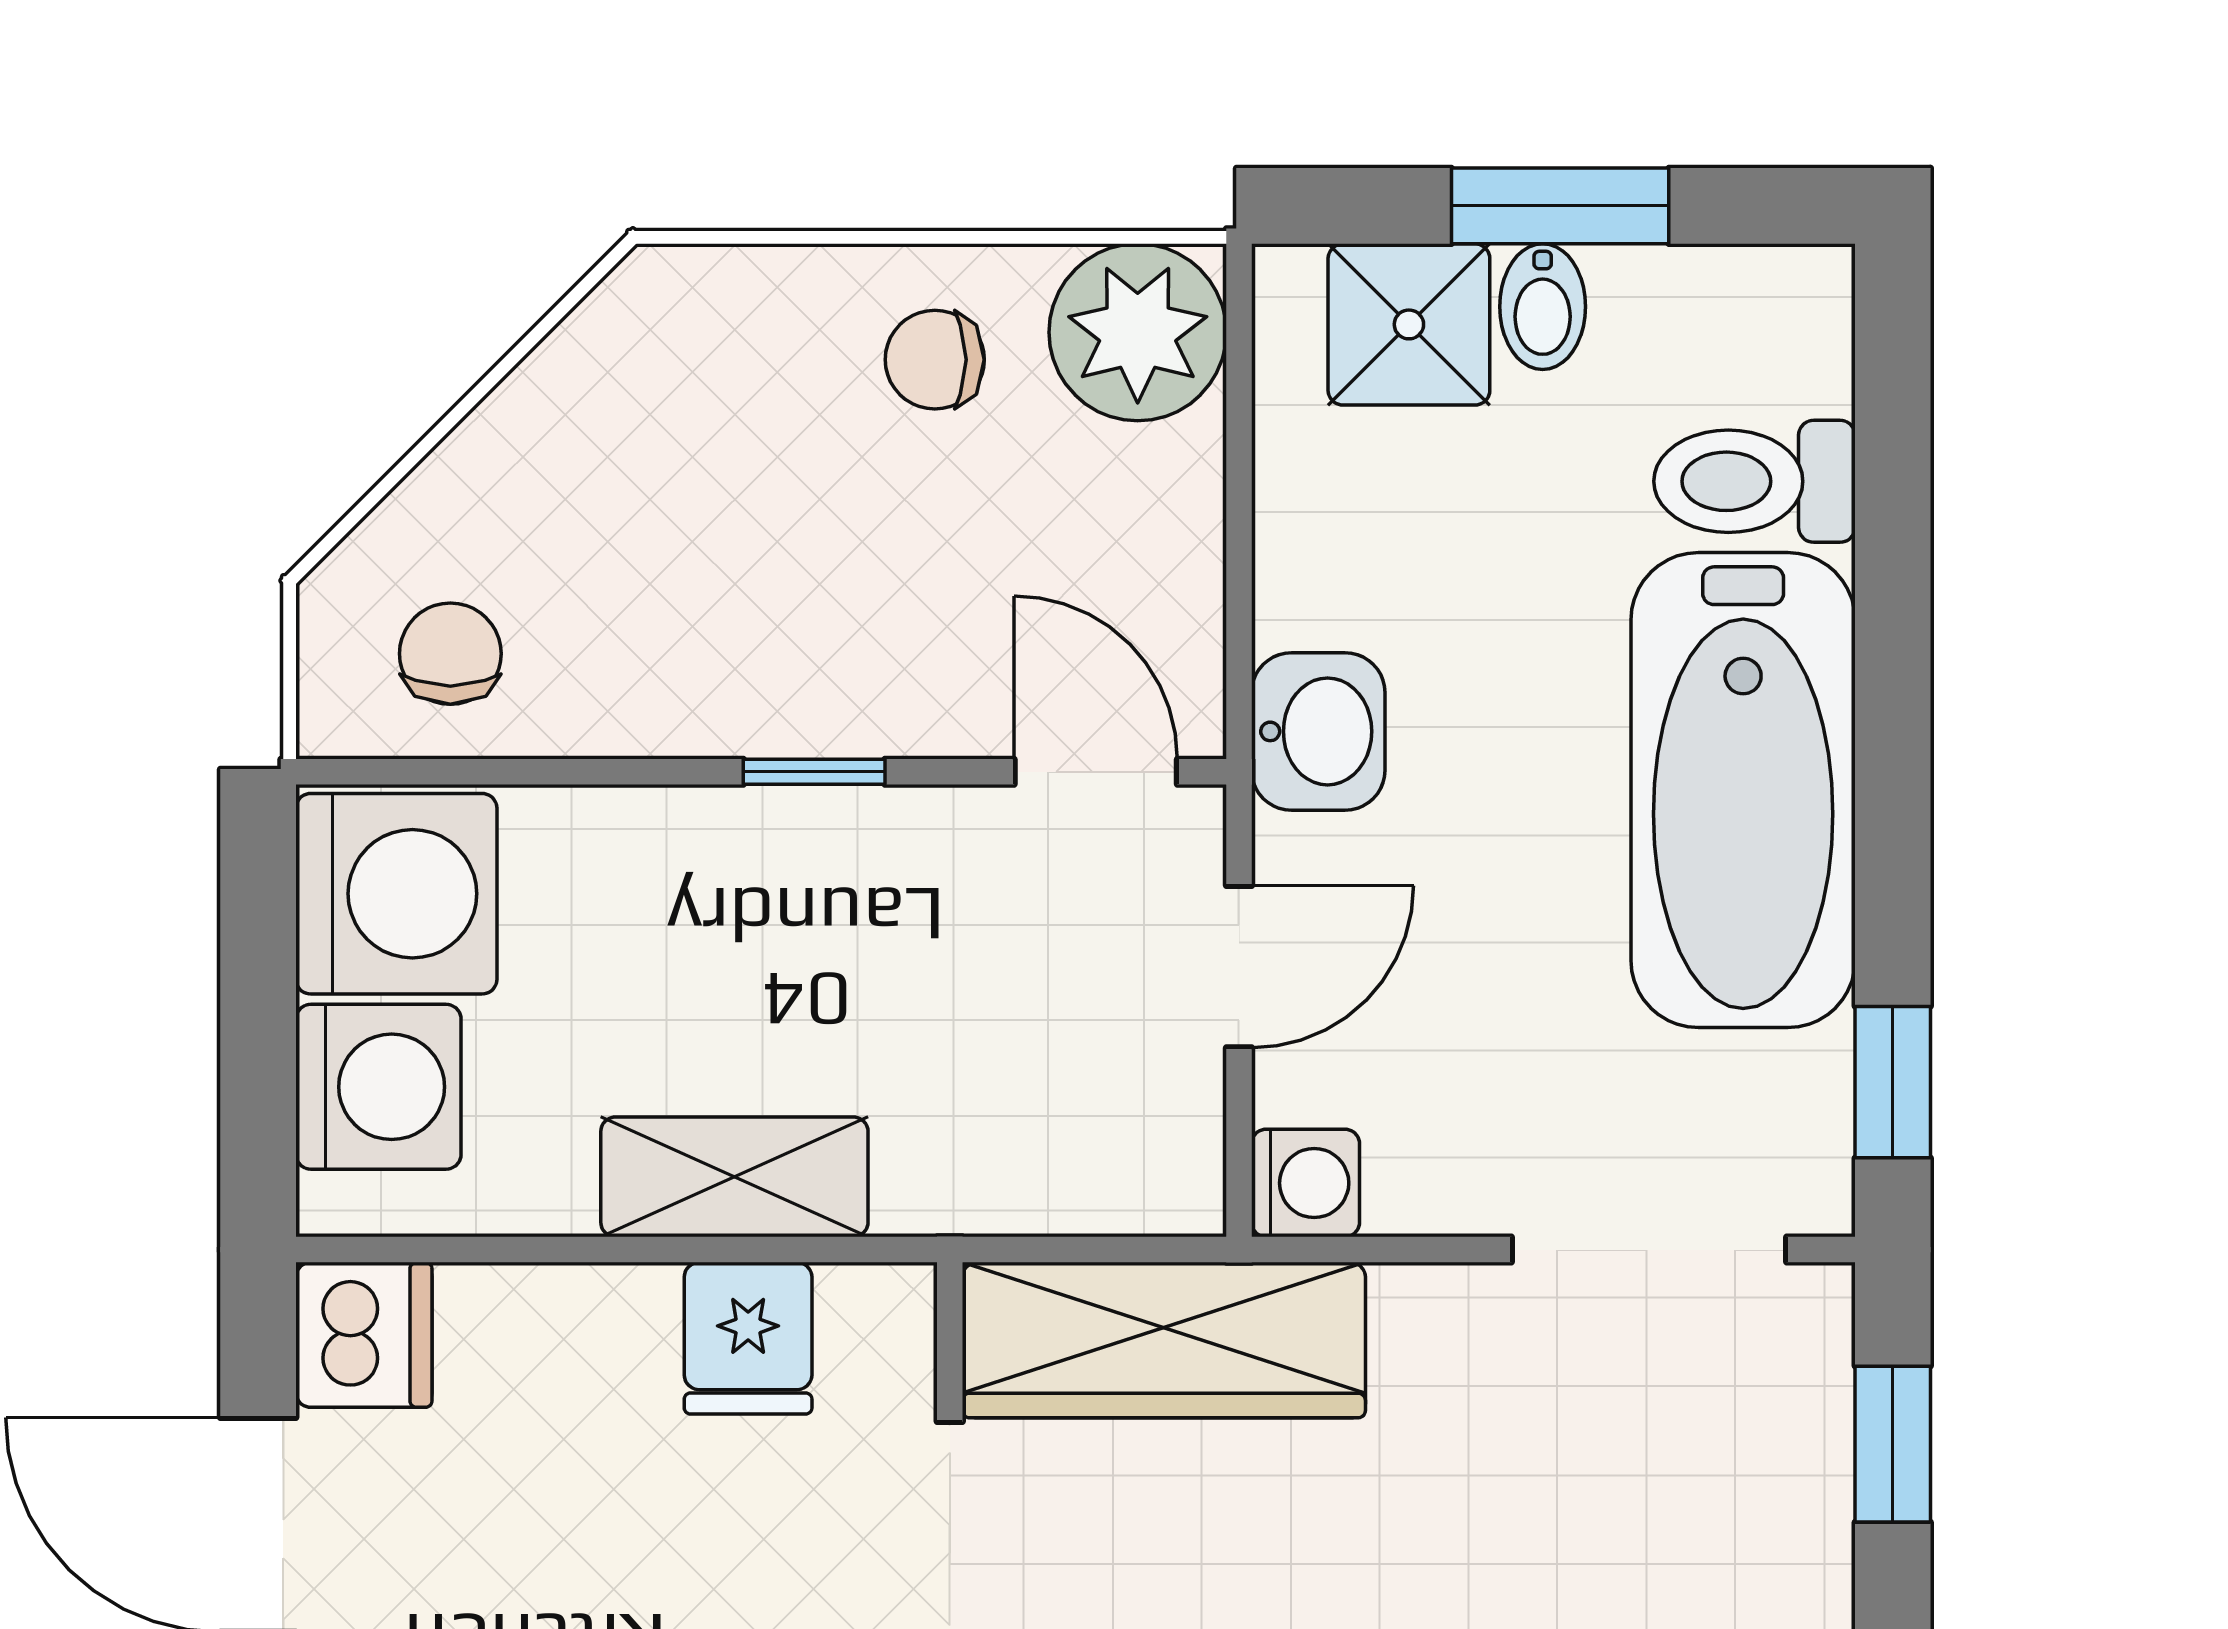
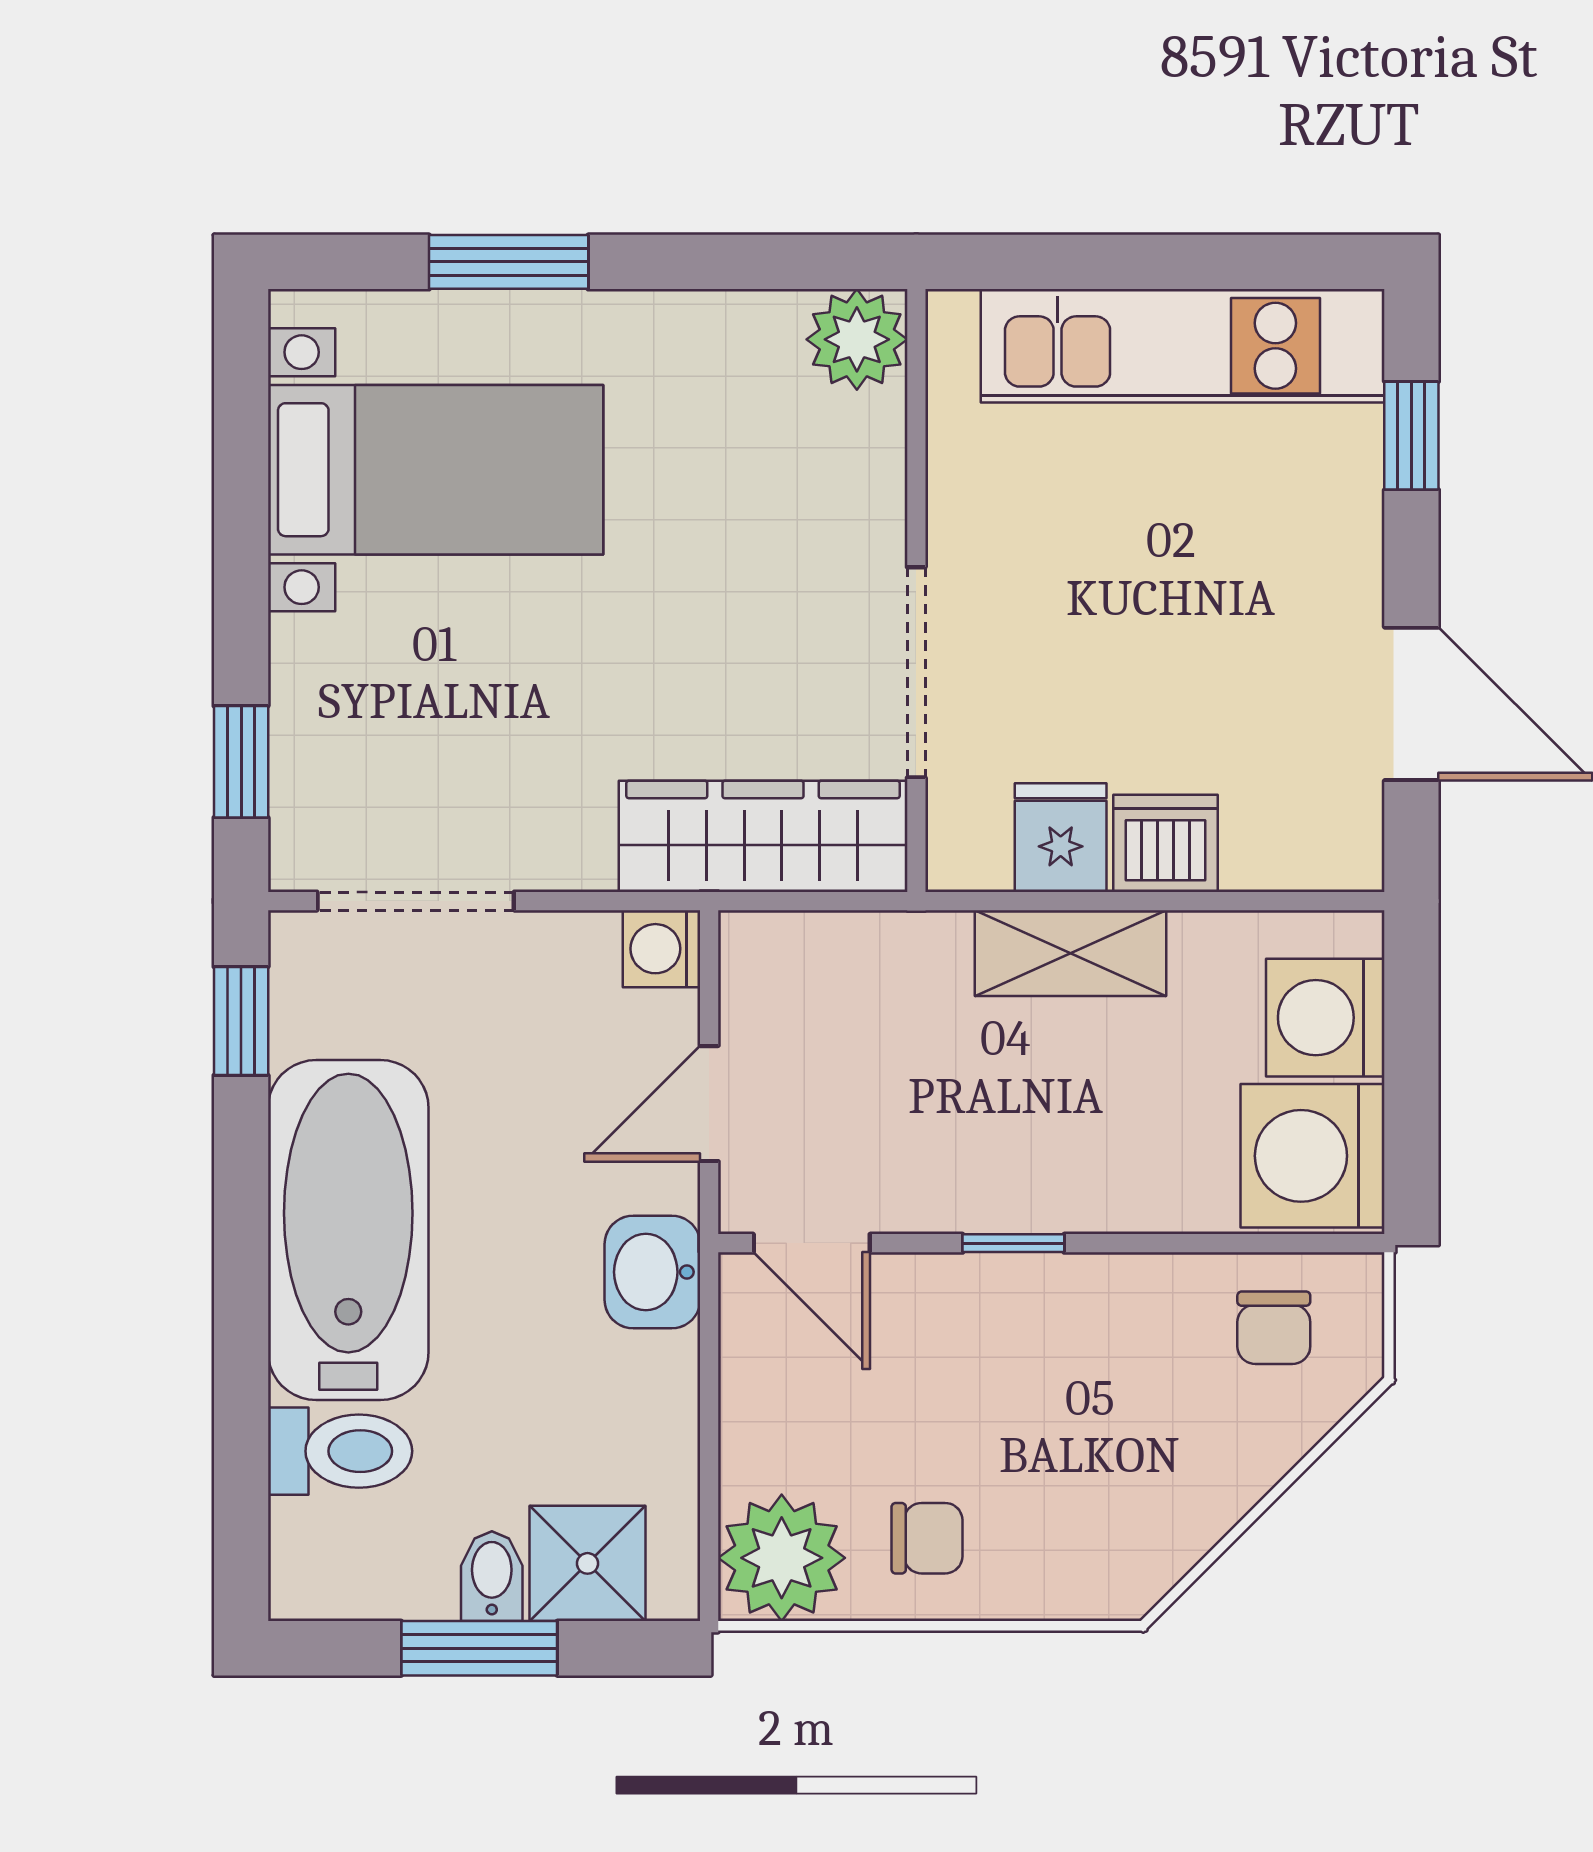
dishwasher: (364, 1335) -> (1165, 843), moved, turned 90

